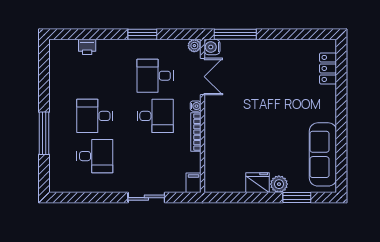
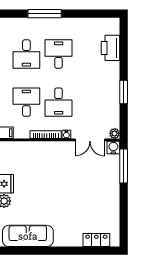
printer: (87, 47) -> (111, 48), width x1.87, depth x1.48
desk: (155, 76) -> (26, 102), moved

